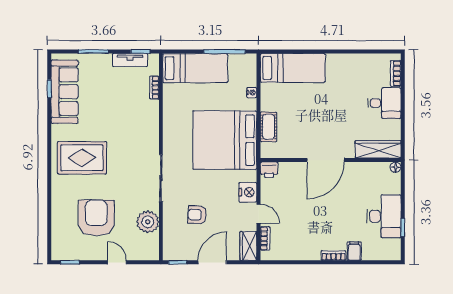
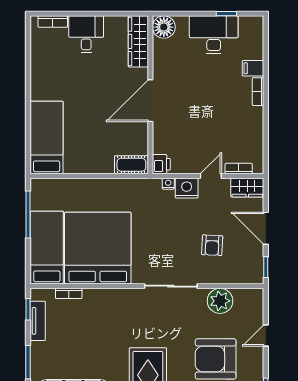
nightstand: (252, 93) -> (168, 184), moved
cot: (269, 127) -> (131, 165), moved
bed: (225, 140) -> (98, 248), moved, turned 180
door: (326, 160) -> (150, 101), swing flipped
floor lamp: (396, 167) -> (164, 27), width x1.89, depth x1.89

